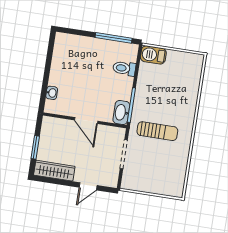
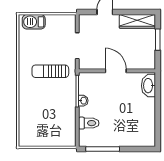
barbecue: (153, 55) -> (34, 22), moved, turned 180
washbasin: (52, 93) -> (148, 86), width x1.91, depth x1.45
washbasin: (121, 112) -> (83, 101), moved, width x0.52, depth x0.69

